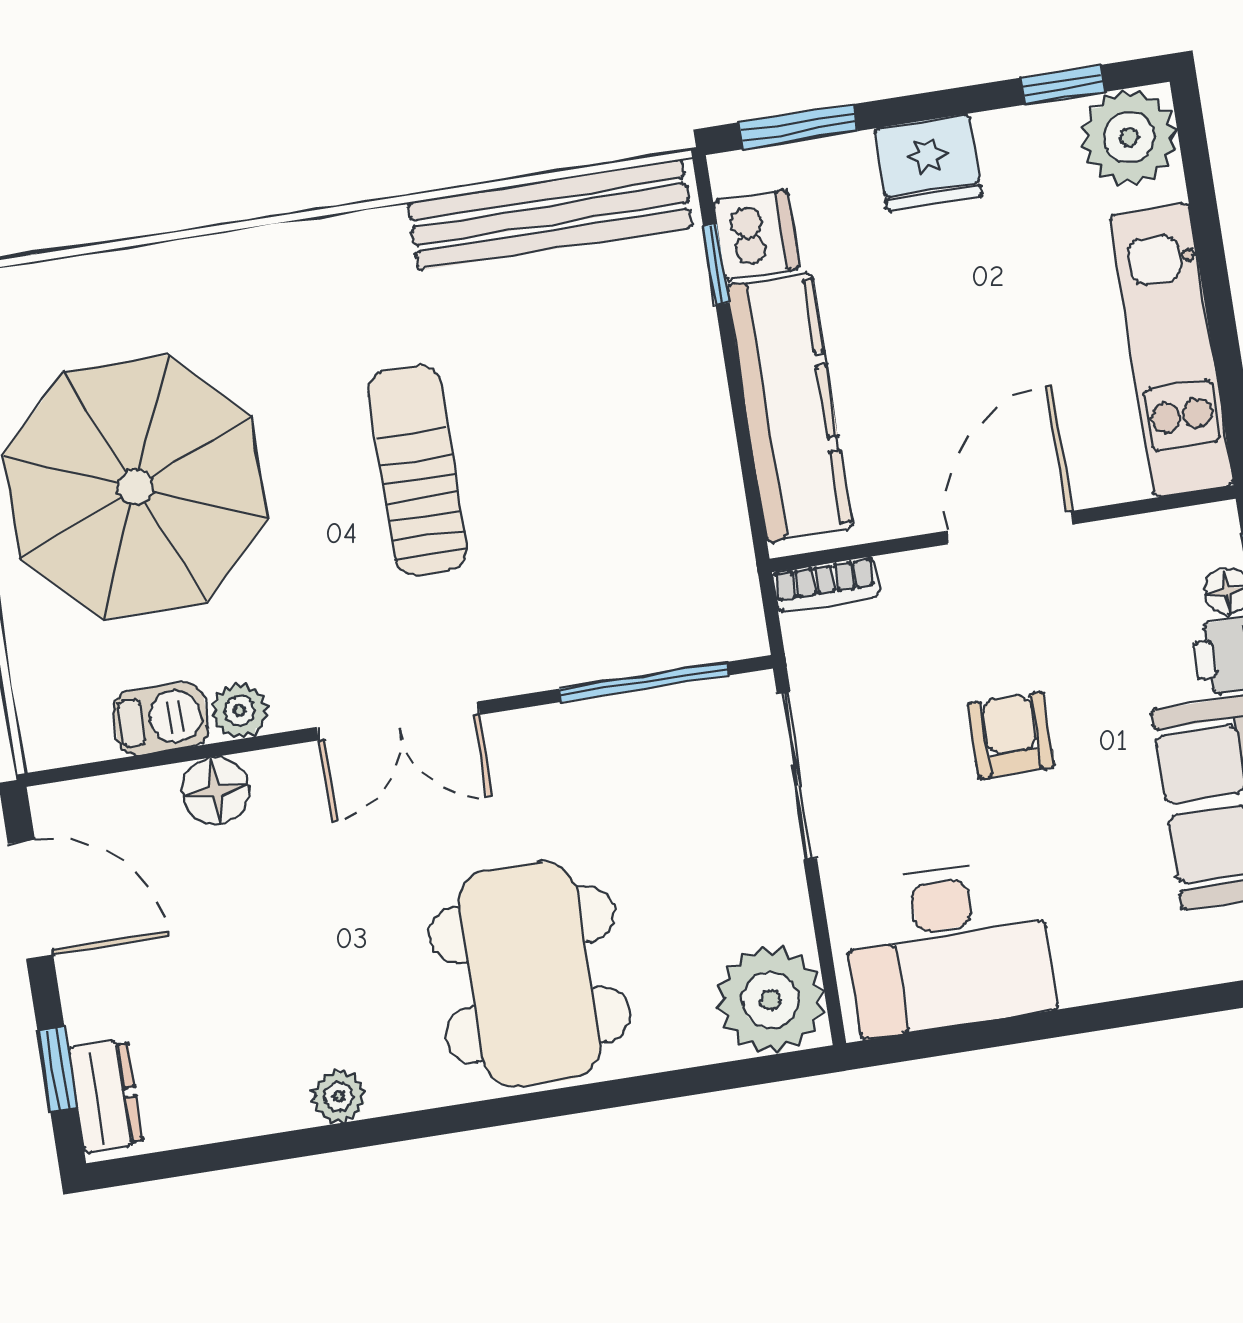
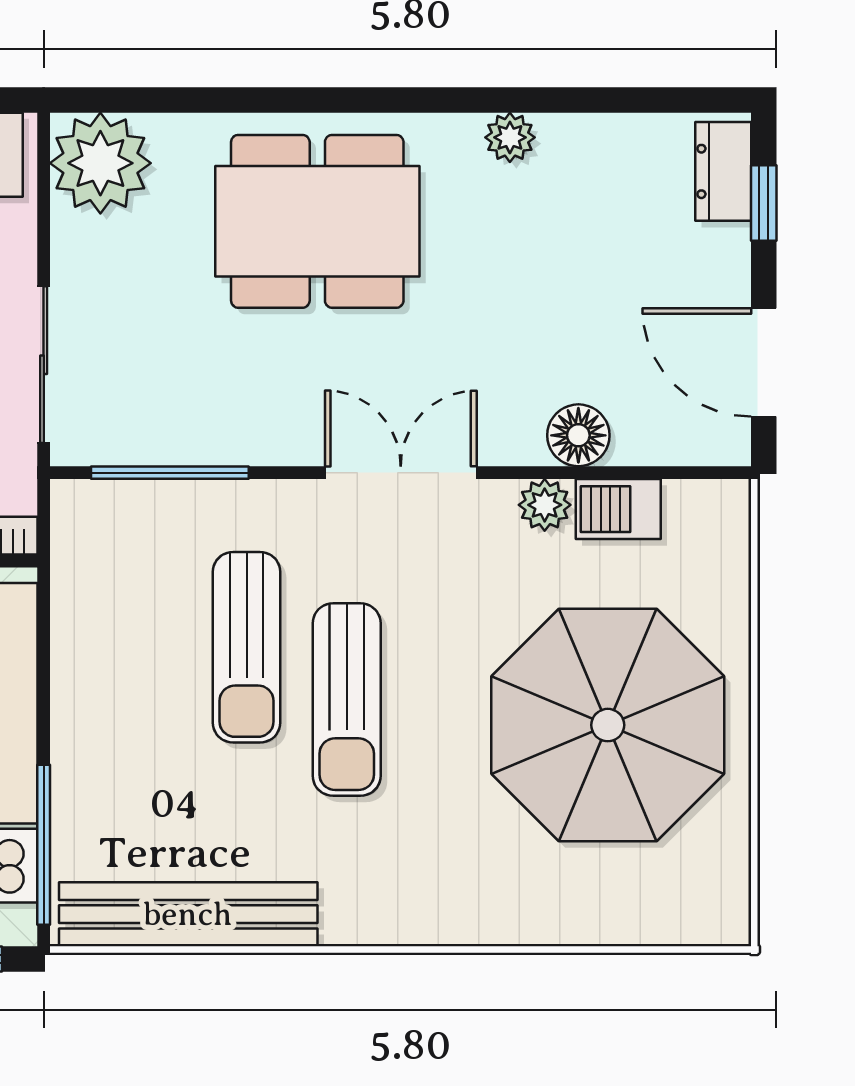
window: (716, 264) -> (44, 845), width x2.17
sun lounger: (533, 509) -> (247, 647), added
dining table: (530, 974) -> (317, 221), turned 90

